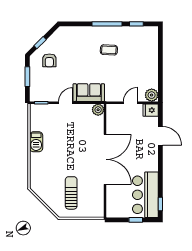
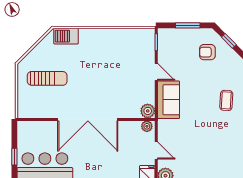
coffee table: (109, 50) -> (226, 100), moved
plant: (111, 110) -> (147, 126), added
barbecue: (36, 142) -> (66, 36), moved

